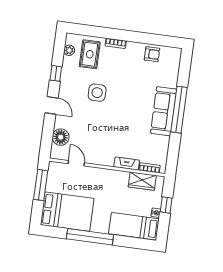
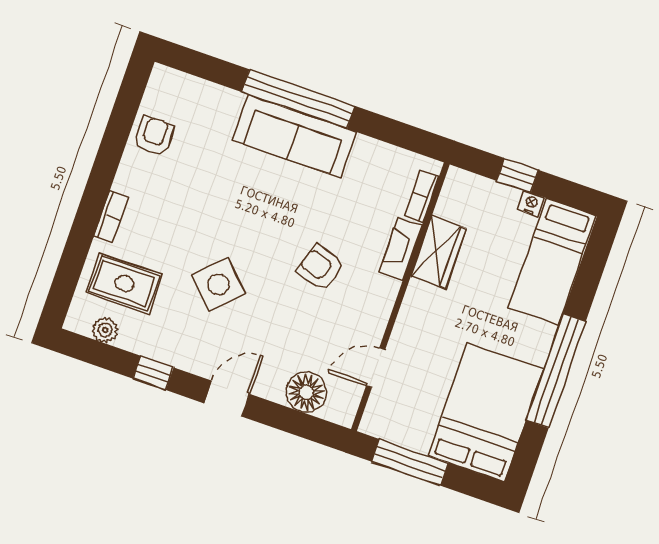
side table: (97, 93) -> (219, 285), turned 45
armchair: (112, 133) -> (320, 267), added
wardrobe: (142, 181) -> (439, 252), moved

